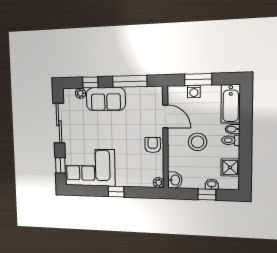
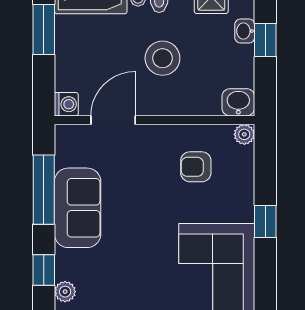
window: (198, 80) -> (44, 30), moved
washing machine: (194, 92) -> (66, 104), moved
sofa: (106, 99) -> (78, 208), moved
armchair: (153, 145) -> (196, 167), moved

